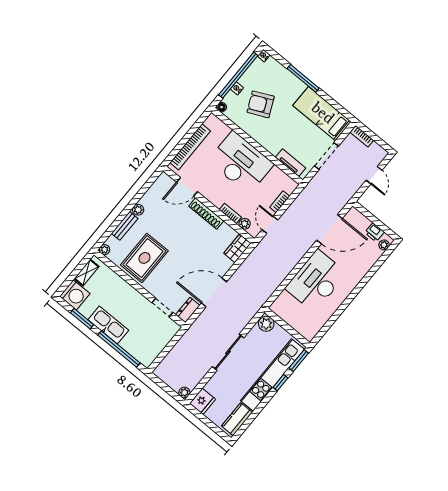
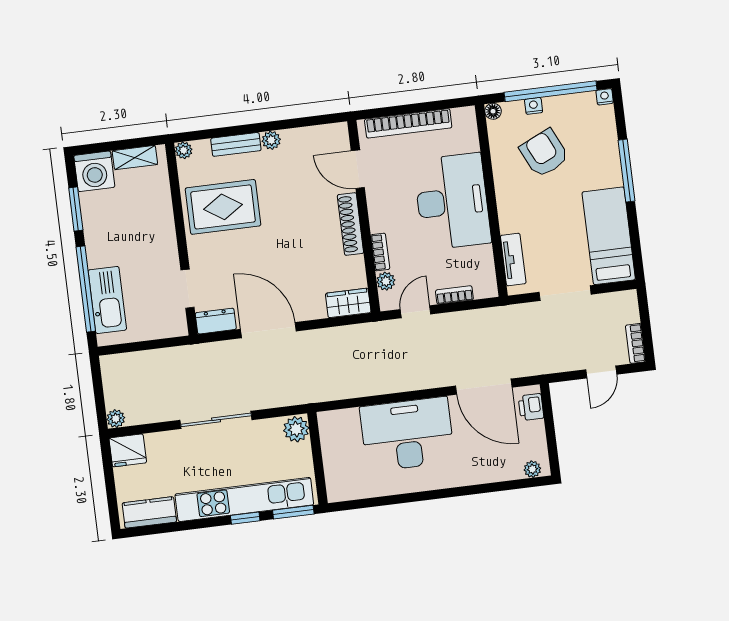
bookcase: (362, 136) -> (636, 343), moved
printer: (375, 232) -> (531, 407), moved
kitchen sink: (108, 325) -> (107, 300), moved

